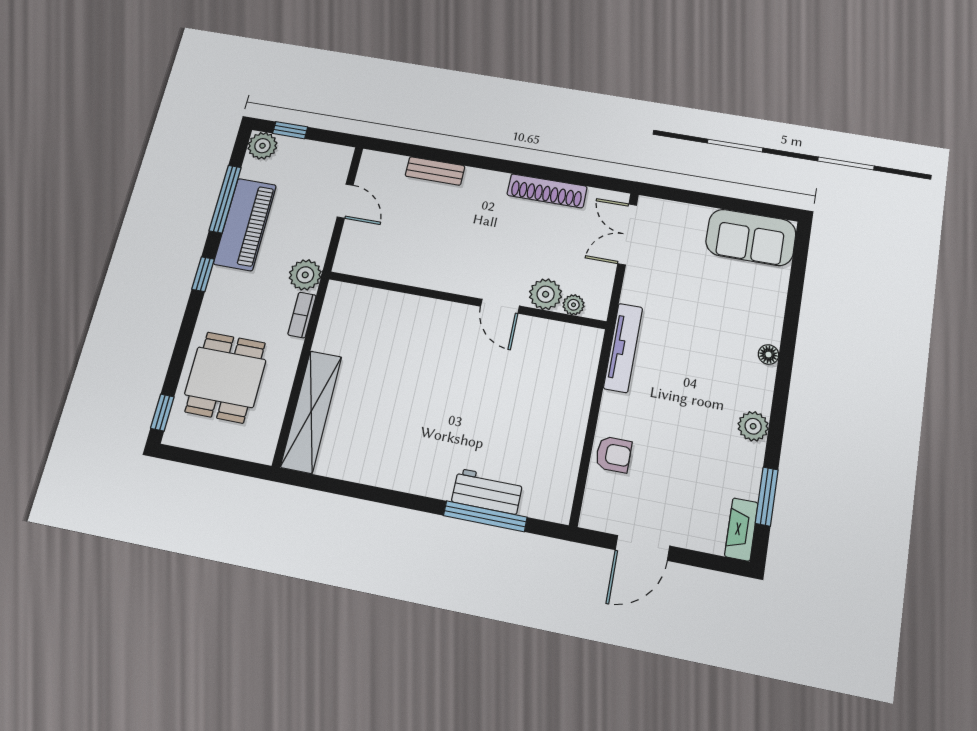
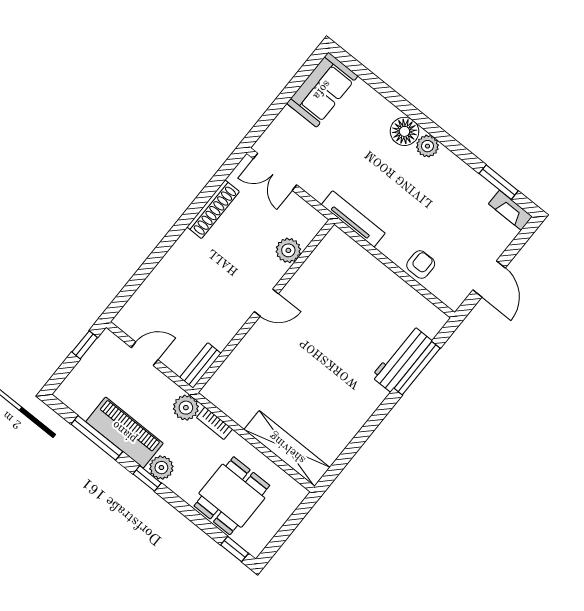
window: (290, 130) -> (85, 345), moved
plant: (262, 146) -> (161, 468), moved
bench: (435, 171) -> (200, 366), moved
plant: (574, 305) -> (306, 236), removed
door: (500, 306) -> (266, 303), moved
floor lamp: (769, 355) -> (404, 131), width x1.89, depth x1.89
dining table: (225, 377) -> (232, 496), turned 90
plant: (753, 426) -> (427, 146), moved
workbench: (487, 491) -> (402, 359), width x1.38

